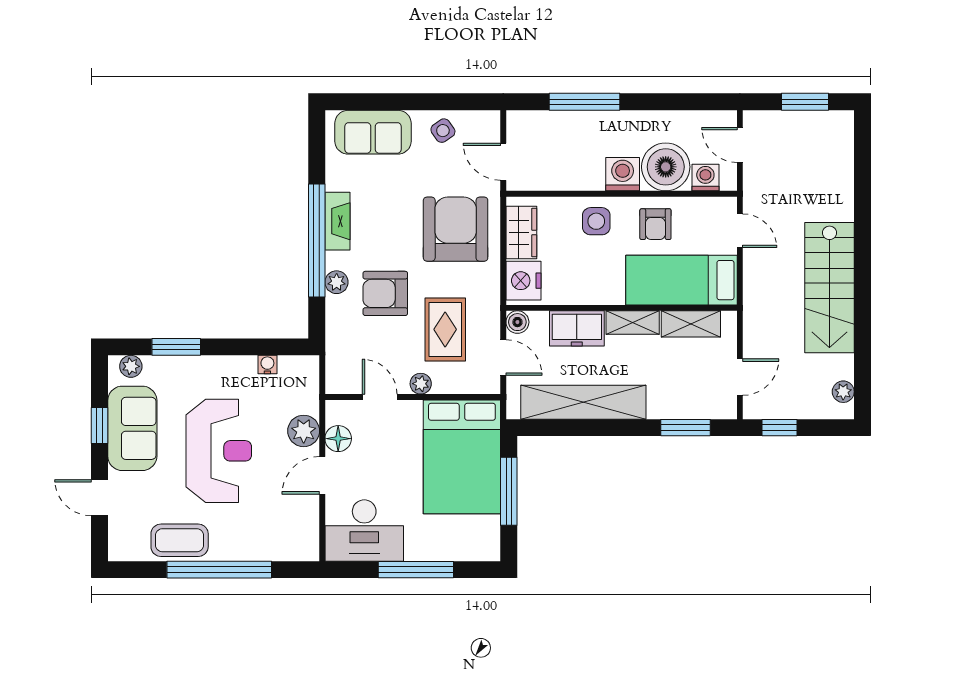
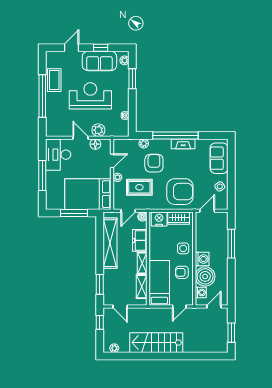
plant: (337, 282) -> (144, 143), moved
reception desk: (219, 451) -> (90, 96), turned 180

